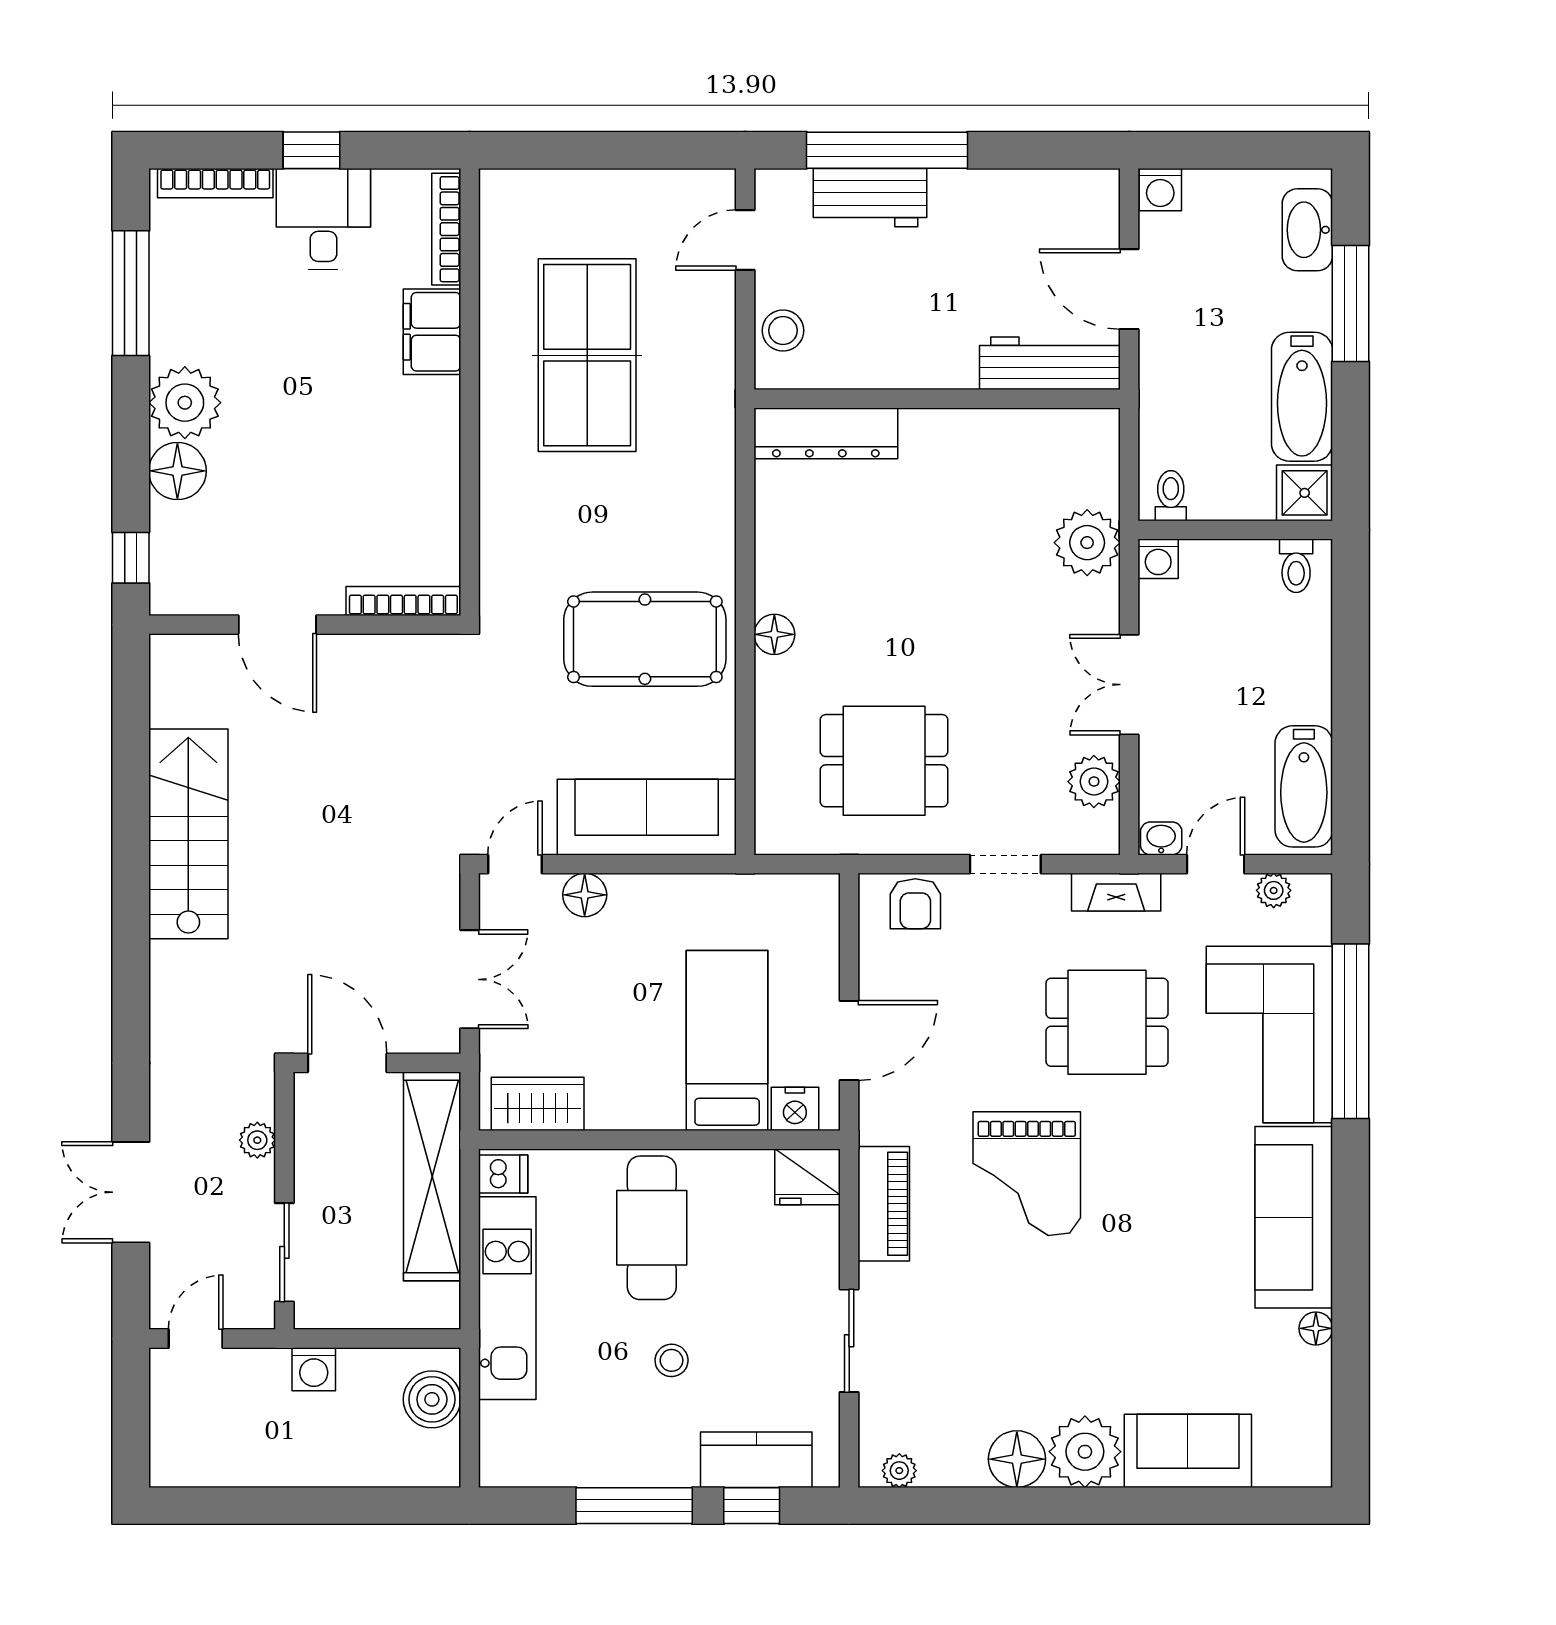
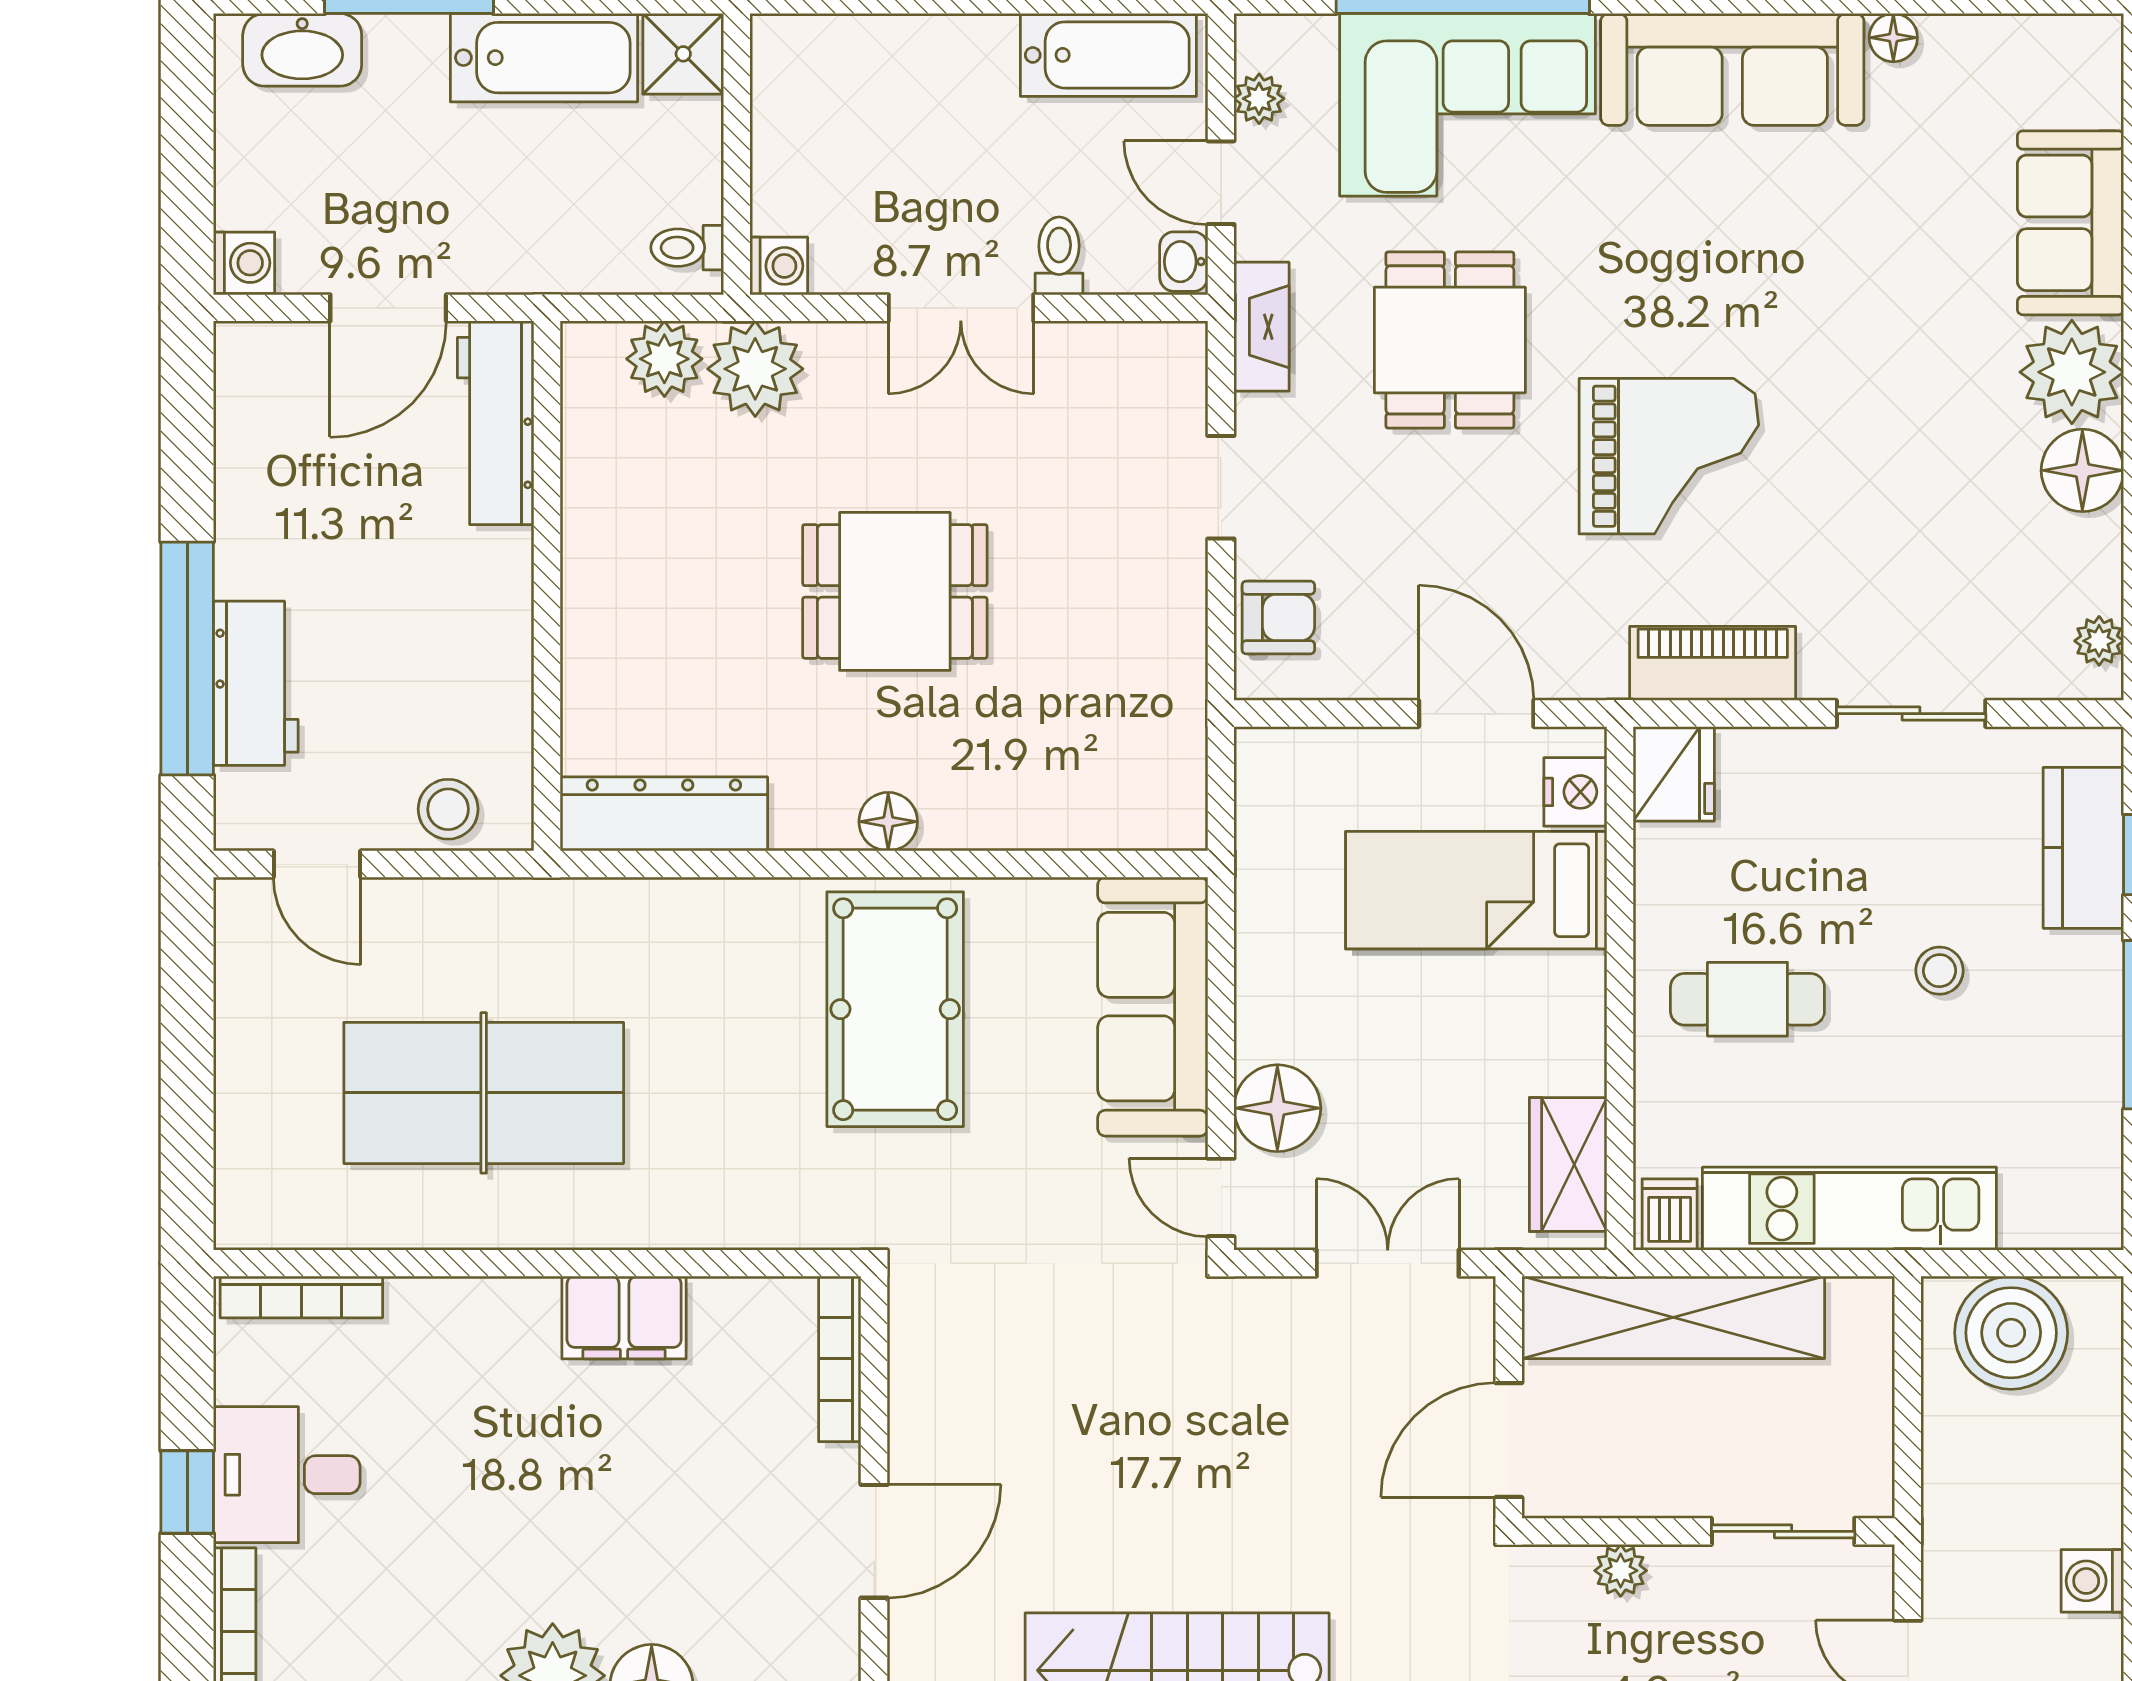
filing cabinet: (432, 332) -> (624, 1318), moved
dresser: (826, 433) -> (664, 814), moved, turned -90
toilet: (1296, 566) -> (1059, 256), moved, turned -90
dining table: (884, 761) -> (895, 591), moved, turned 90
plant: (1094, 782) -> (664, 359), moved
floor lamp: (585, 895) -> (1277, 1108), width x1.38, depth x1.38
cafe table: (652, 1228) -> (1747, 999), width x0.73, depth x0.74
washing machine: (314, 1369) -> (2092, 1581), moved, turned 180
boiler: (432, 1399) -> (2011, 1333), width x1.37, depth x1.37

